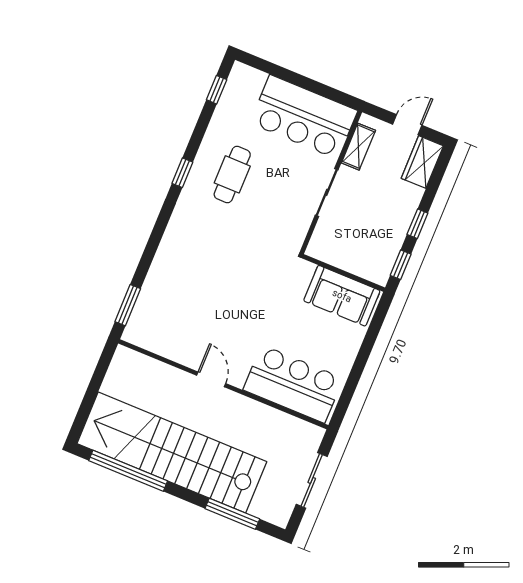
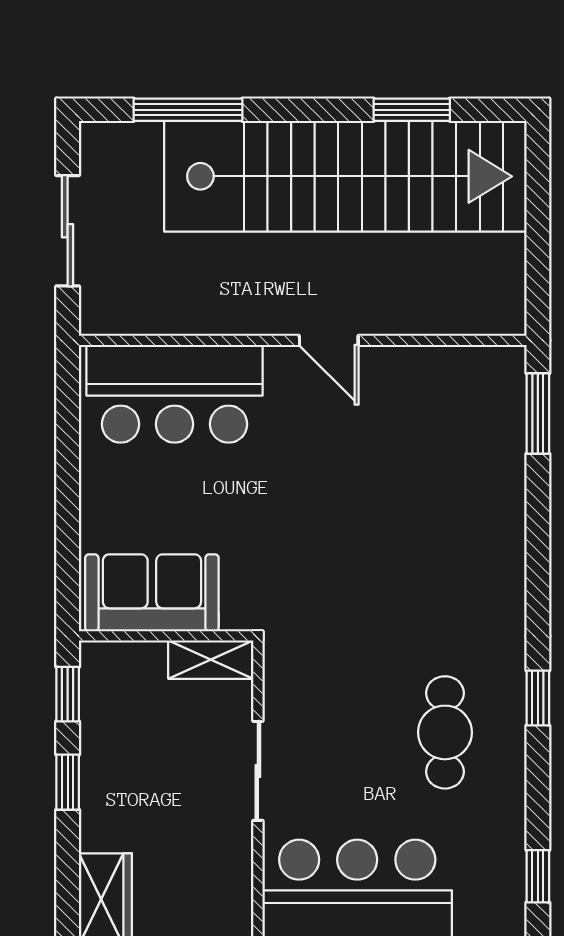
shelving: (358, 147) -> (211, 660), moved, turned 90
window: (128, 471) -> (412, 110), width x0.47

